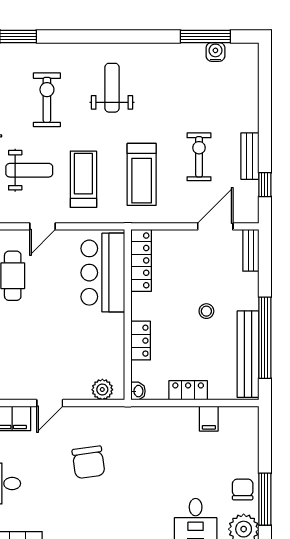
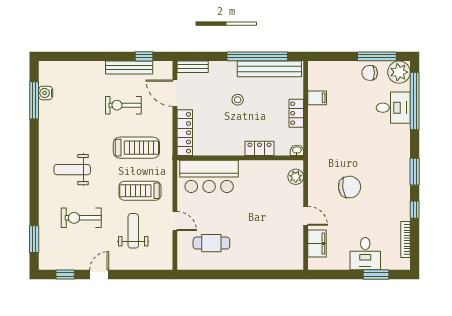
bench: (250, 156) -> (129, 67), width x1.36
locker: (141, 260) -> (185, 133), moved, turned 90

